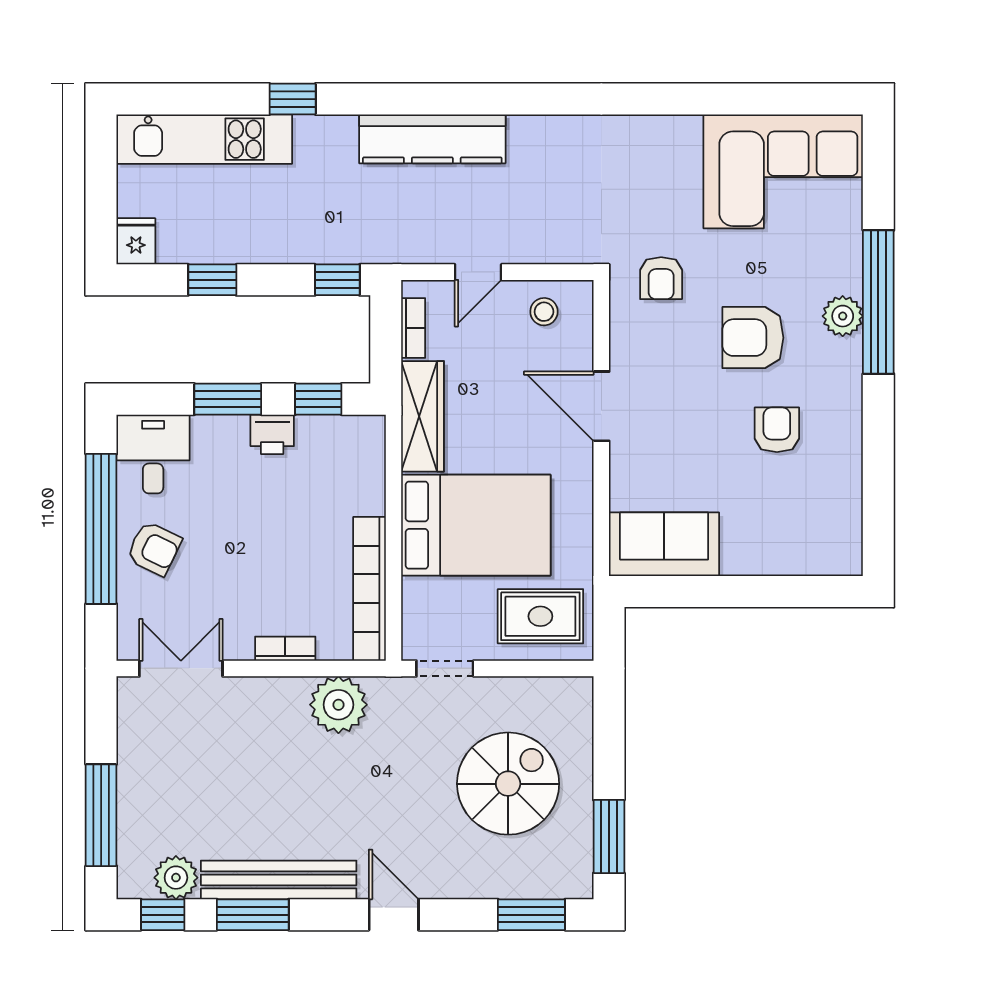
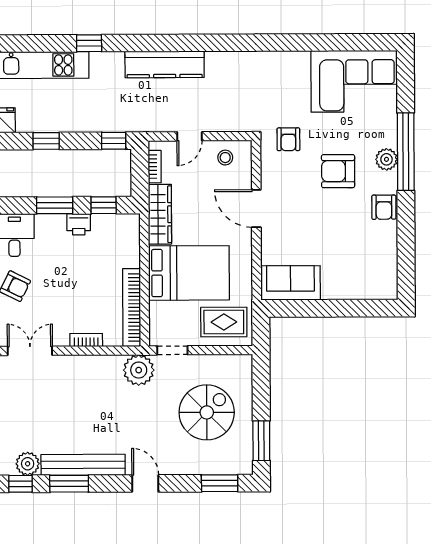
armchair: (777, 430) -> (384, 207), moved, turned 180
plant: (338, 705) -> (139, 370), moved

